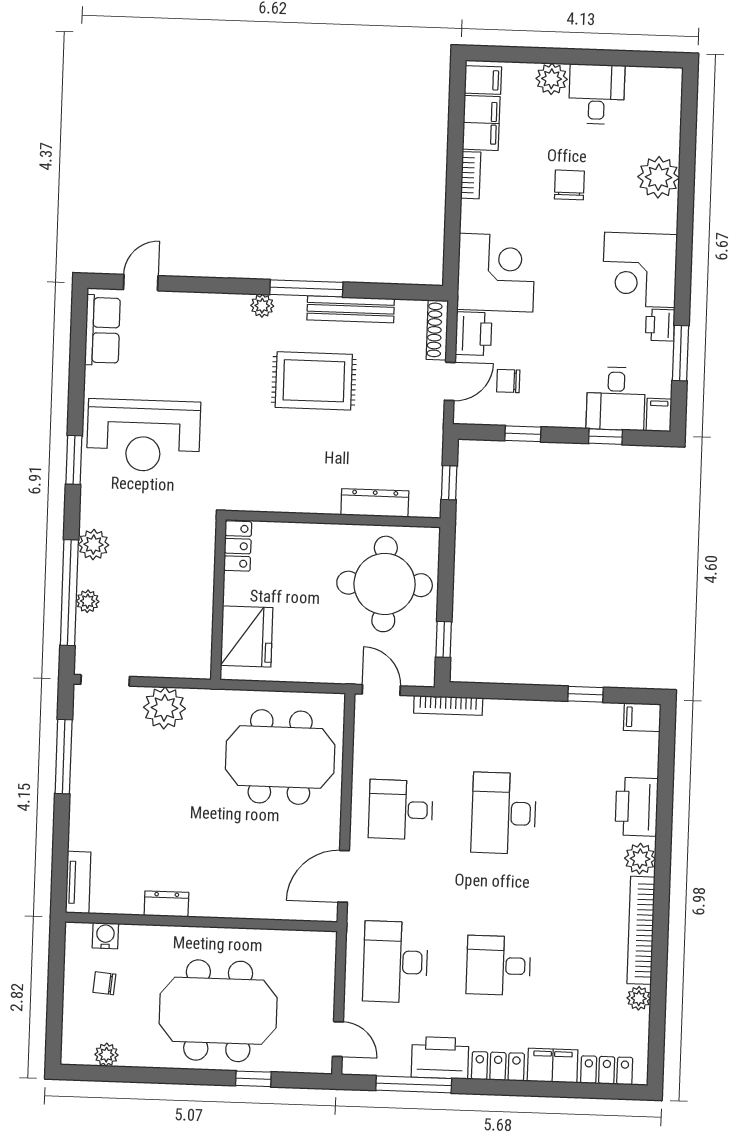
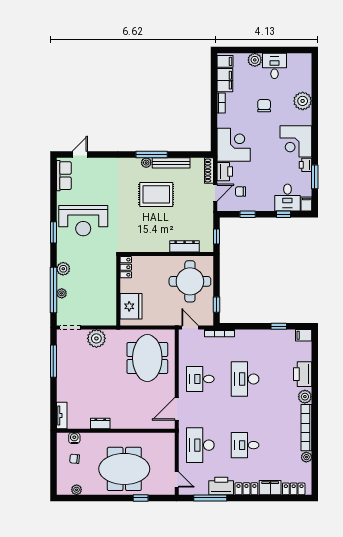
plant: (262, 306) -> (146, 163), moved
meeting table: (280, 757) -> (147, 358), turned 90

